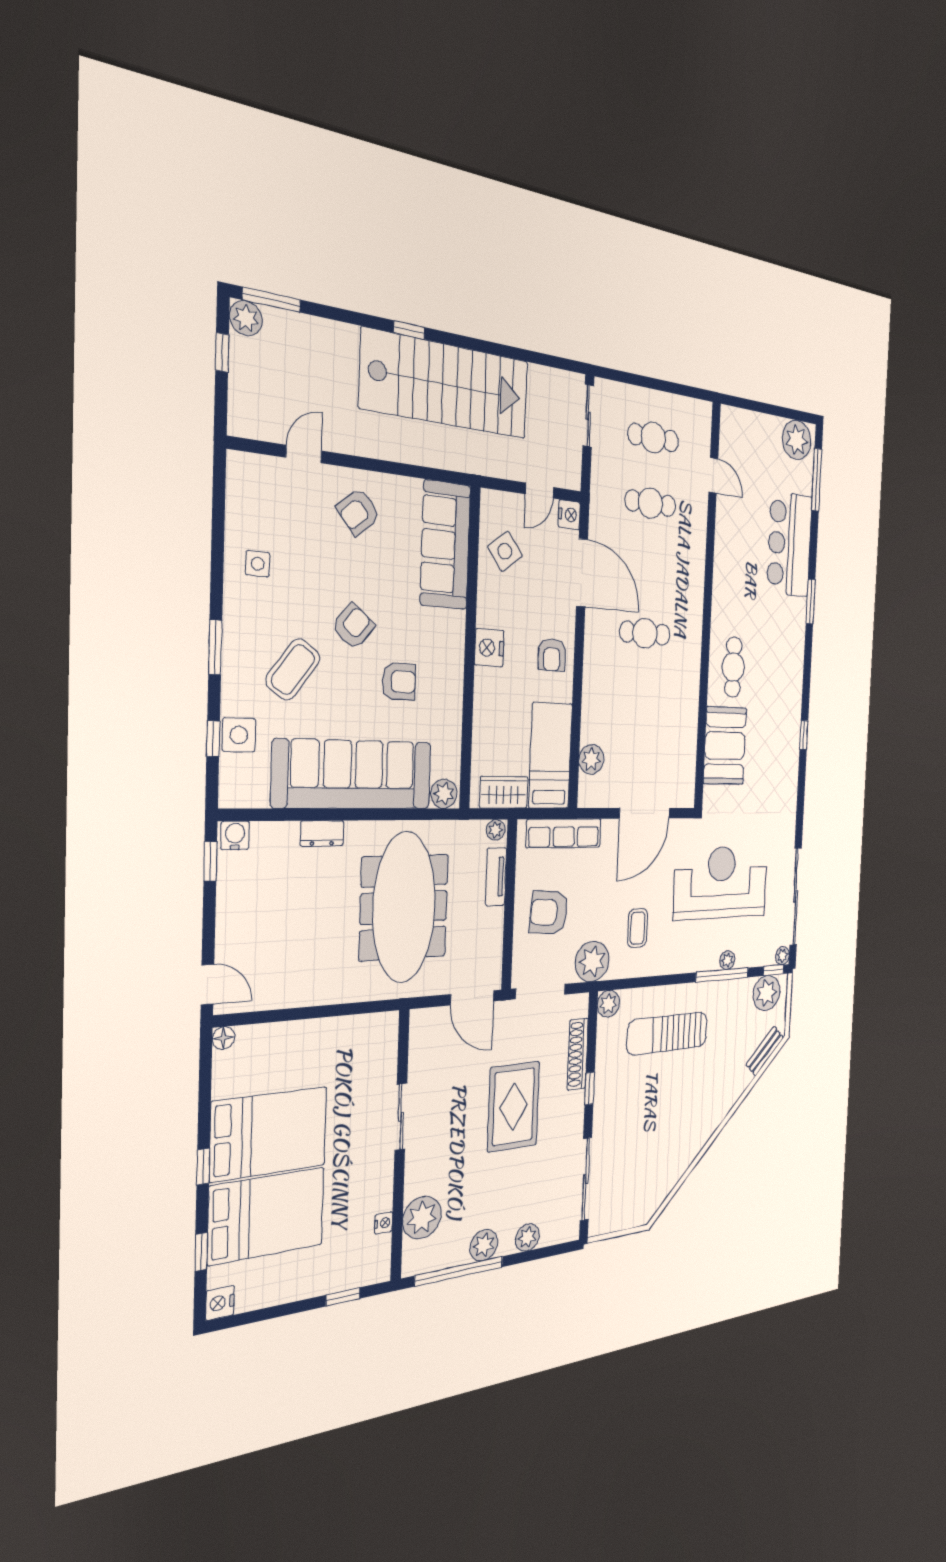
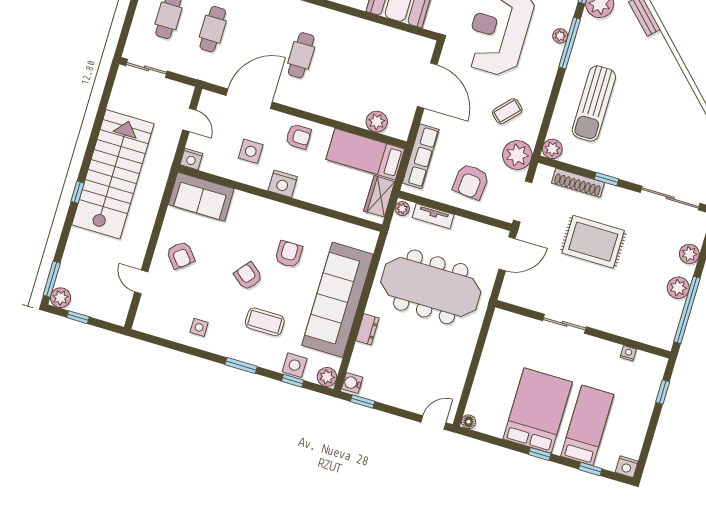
nightstand: (569, 515) -> (191, 159), moved, turned 180
sofa: (445, 545) -> (201, 197), width x0.73
side table: (505, 551) -> (251, 151), moved, turned 38
coffee table: (293, 669) -> (265, 322), turned -36
plant: (444, 794) -> (327, 377), moved
coffee table: (638, 928) -> (507, 111), turned -47
bed: (267, 1216) -> (587, 425), width x0.67
plant: (422, 1218) -> (638, 327), removed

